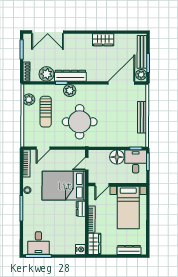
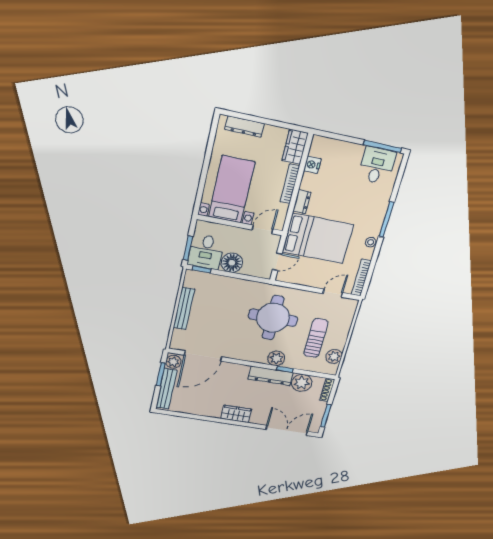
wardrobe: (103, 40) -> (236, 414), moved
nightstand: (80, 249) -> (312, 165), moved

